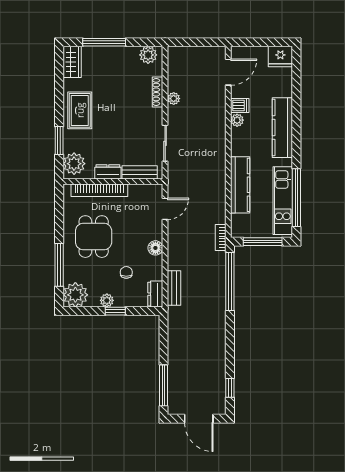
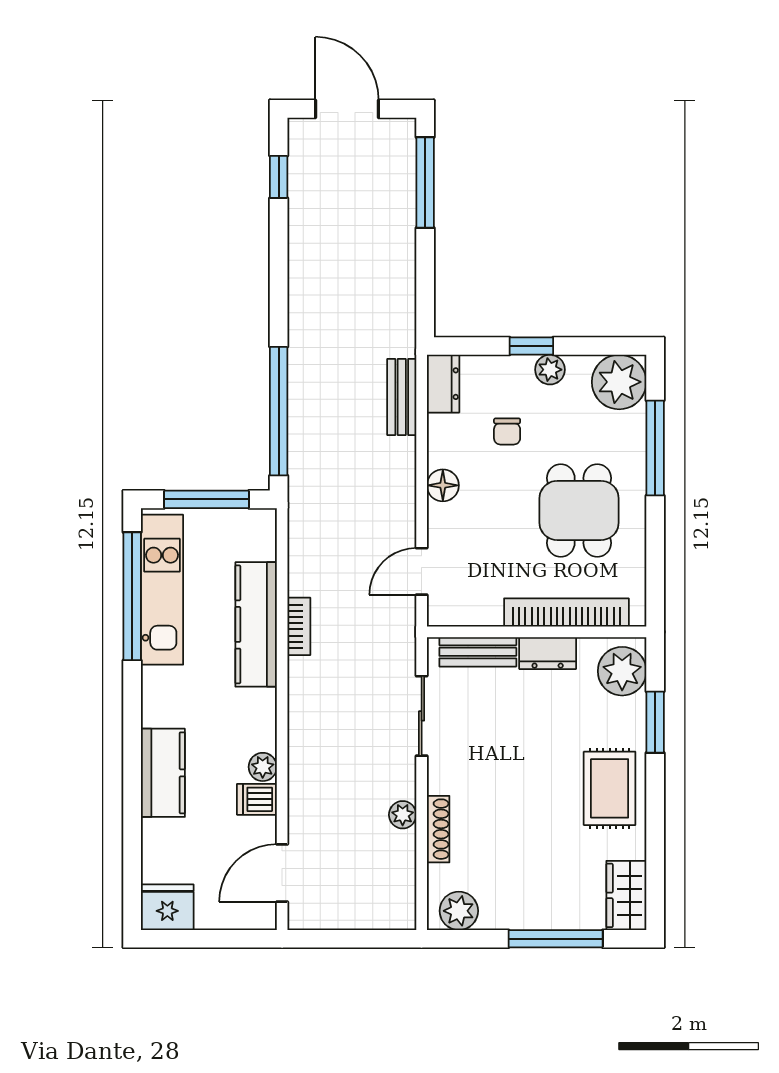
kitchen counter: (282, 128) -> (163, 773), width x0.67
bookcase: (221, 237) -> (299, 626), moved

